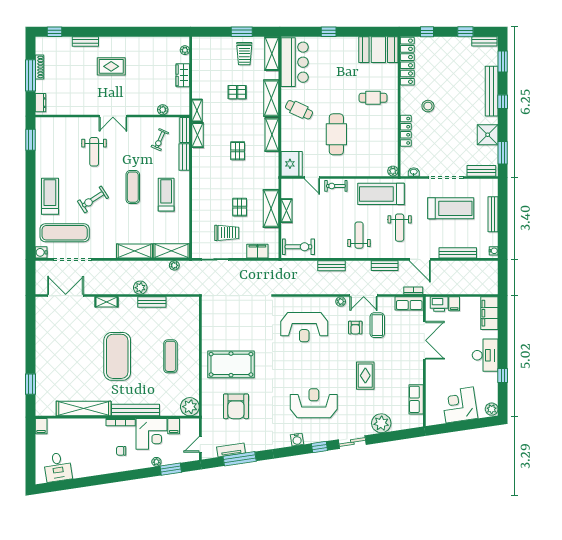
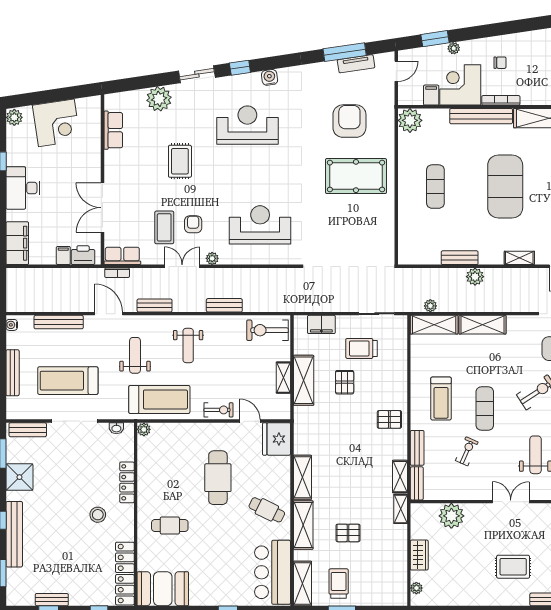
bench: (484, 41) -> (52, 600), moved
plant: (163, 110) -> (451, 516), width x1.88, depth x1.88
exercise bike: (160, 140) -> (467, 451), moved
pallet: (238, 151) -> (389, 419), moved, turned 90
reception desk: (314, 403) -> (247, 125), turned 180

